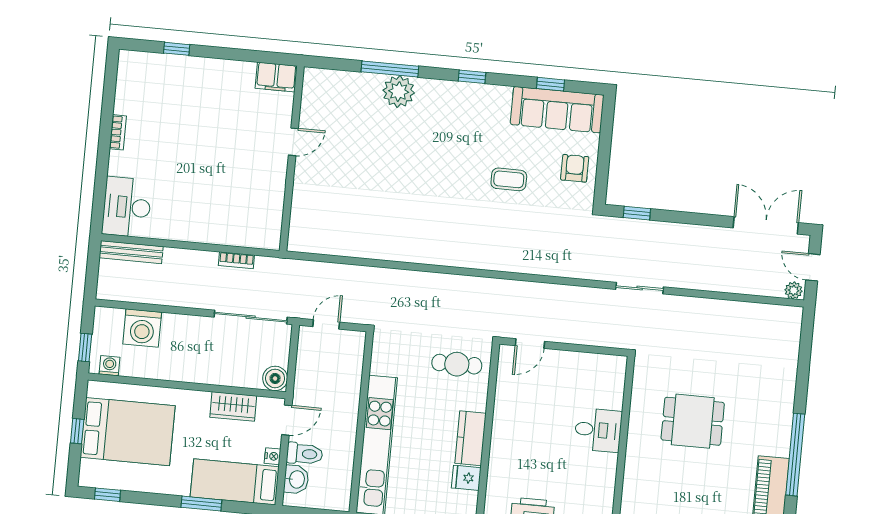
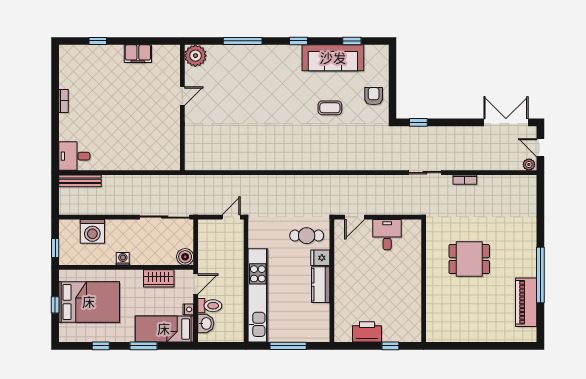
filing cabinet: (276, 77) -> (138, 54), moved
plant: (399, 92) -> (195, 56), moved
sofa: (557, 110) -> (333, 58), moved
desk: (127, 207) -> (74, 156), width x0.73
bookcase: (236, 260) -> (465, 180), moved
door: (326, 324) -> (231, 217), moved
washing machine: (109, 366) -> (123, 259), moved
desk: (598, 430) -> (387, 235), moved, turned -90
fridge: (466, 478) -> (320, 258), moved
window: (108, 495) -> (101, 346), moved

